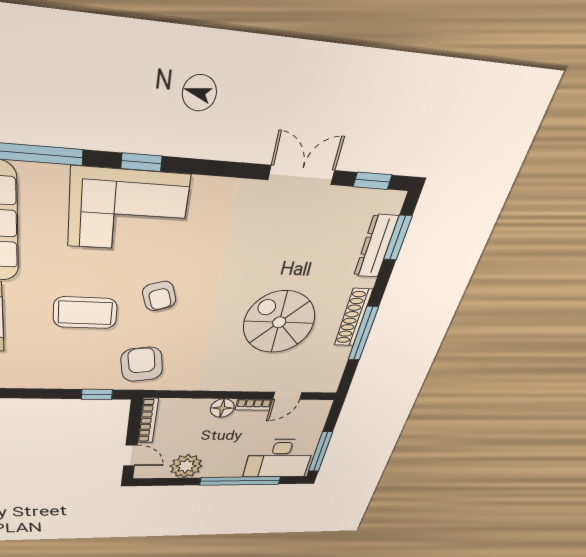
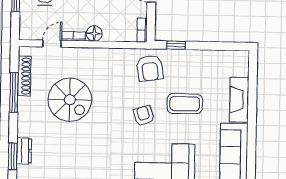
dresser: (376, 246) -> (24, 151), width x0.70
shoe rack: (353, 318) -> (24, 76), moved
bookcase: (148, 421) -> (142, 30), width x0.64

